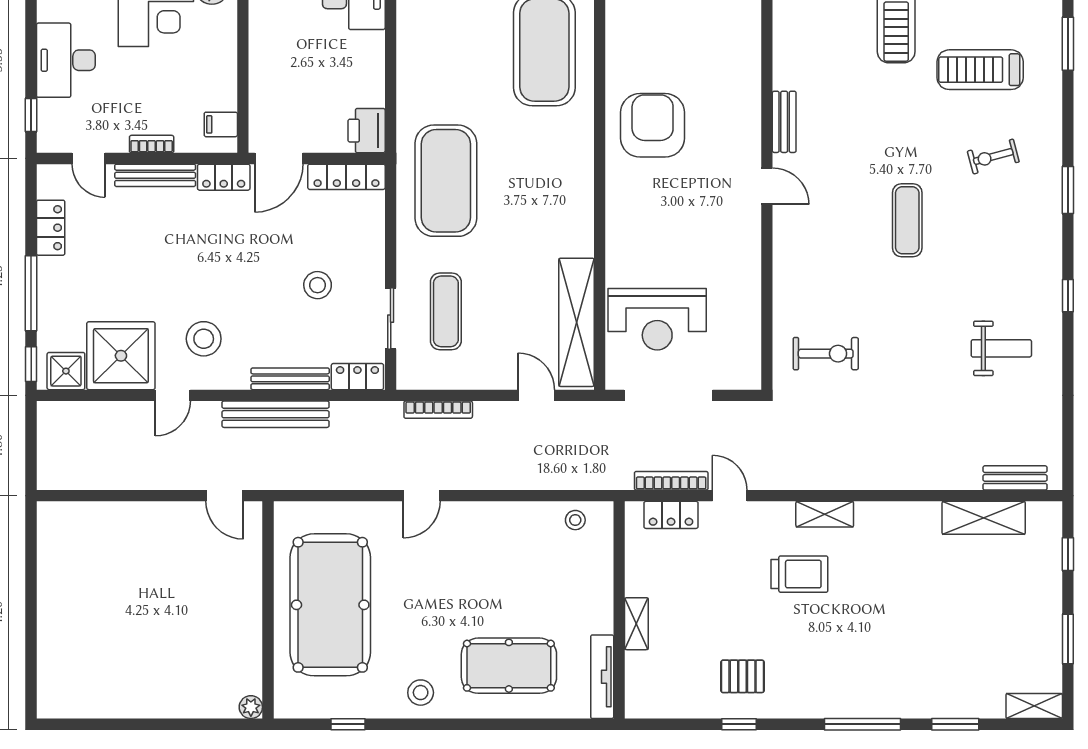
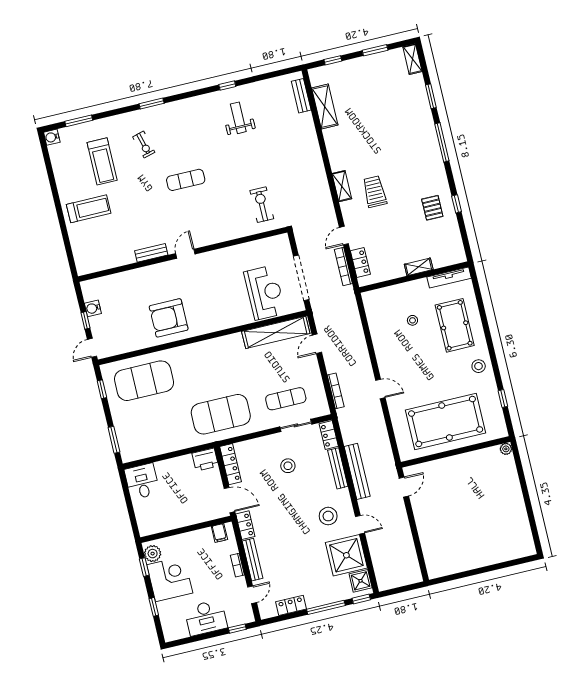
window: (1068, 296) -> (227, 85), moved
stool: (575, 520) -> (412, 320), moved

